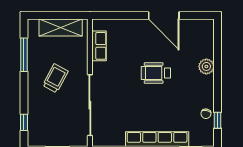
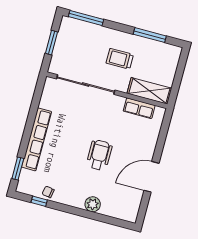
shelving: (61, 28) -> (149, 91), moved, turned 90
trolley: (55, 78) -> (120, 59), turned 152
window: (24, 122) -> (86, 18), width x2.17

